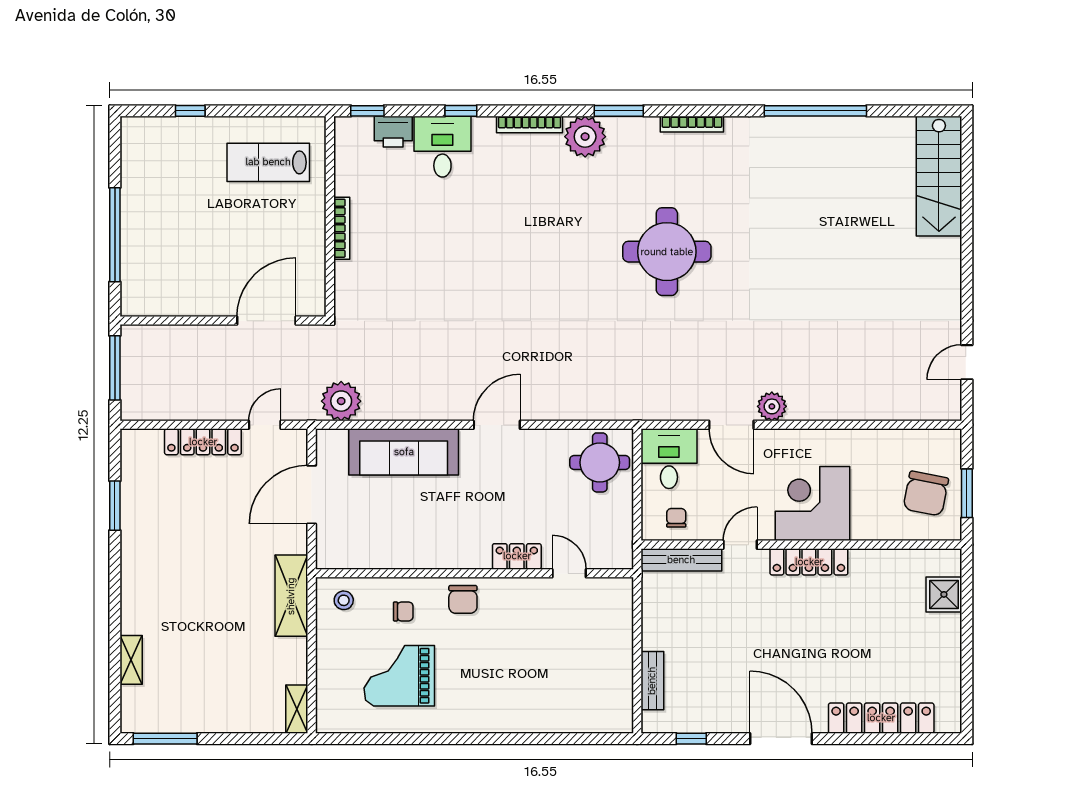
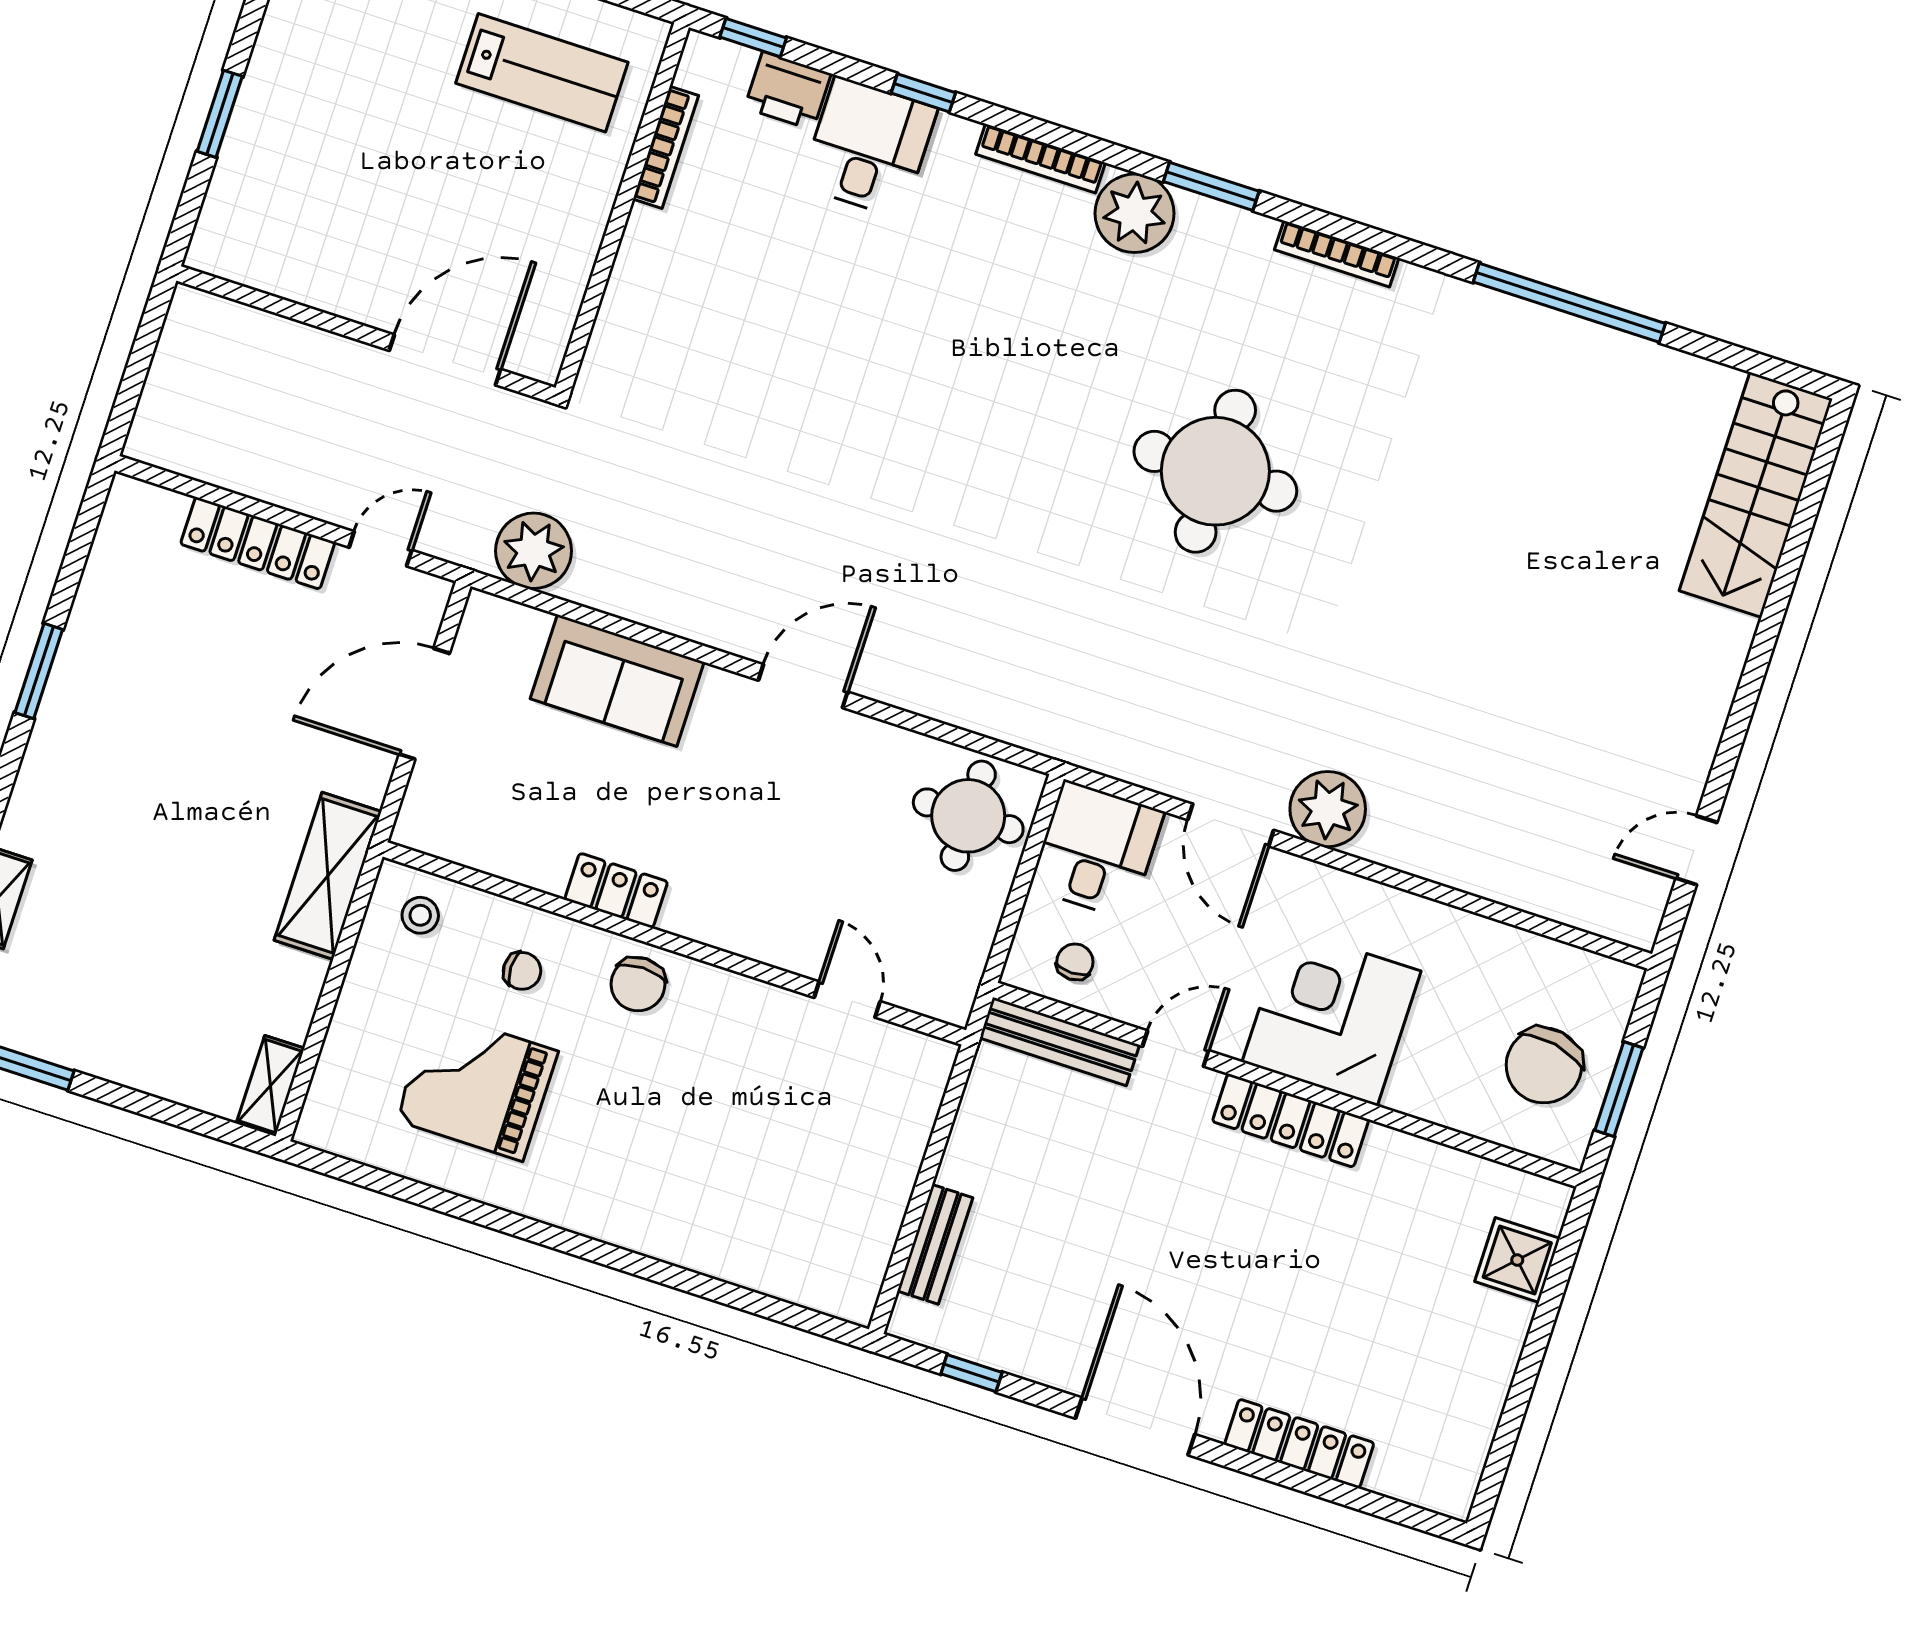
lab bench: (268, 162) -> (542, 73), turned 180
bookcase: (342, 228) -> (666, 147), moved
window: (115, 235) -> (220, 114), width x0.47
window: (115, 368) -> (141, 356), removed
plant: (772, 406) -> (1328, 809), width x1.36, depth x1.36
sofa: (404, 452) -> (617, 680), width x0.73
window: (115, 506) -> (39, 671), moved
locker: (517, 556) -> (616, 891), moved
locker: (881, 718) -> (1299, 1444), width x0.71, depth x0.83

